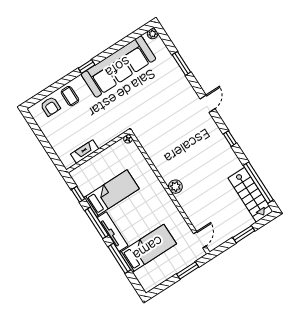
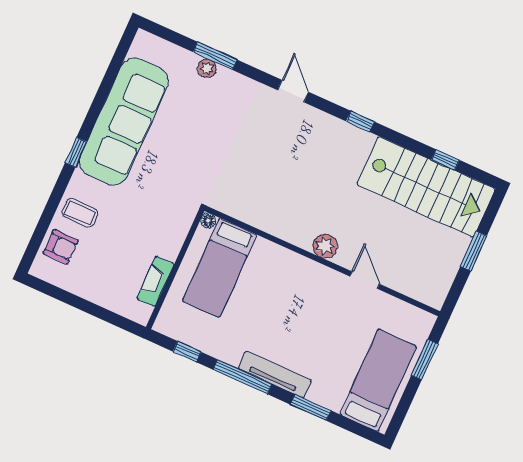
plant: (153, 34) -> (207, 68), moved
window: (258, 183) -> (445, 160), width x0.32
bed: (112, 193) -> (220, 268), moved, turned 180
stairs: (250, 195) -> (426, 187), width x1.36, depth x1.51
door: (200, 240) -> (365, 280), moved
bed: (148, 248) -> (378, 380), moved
window: (119, 258) -> (311, 407), width x0.69

